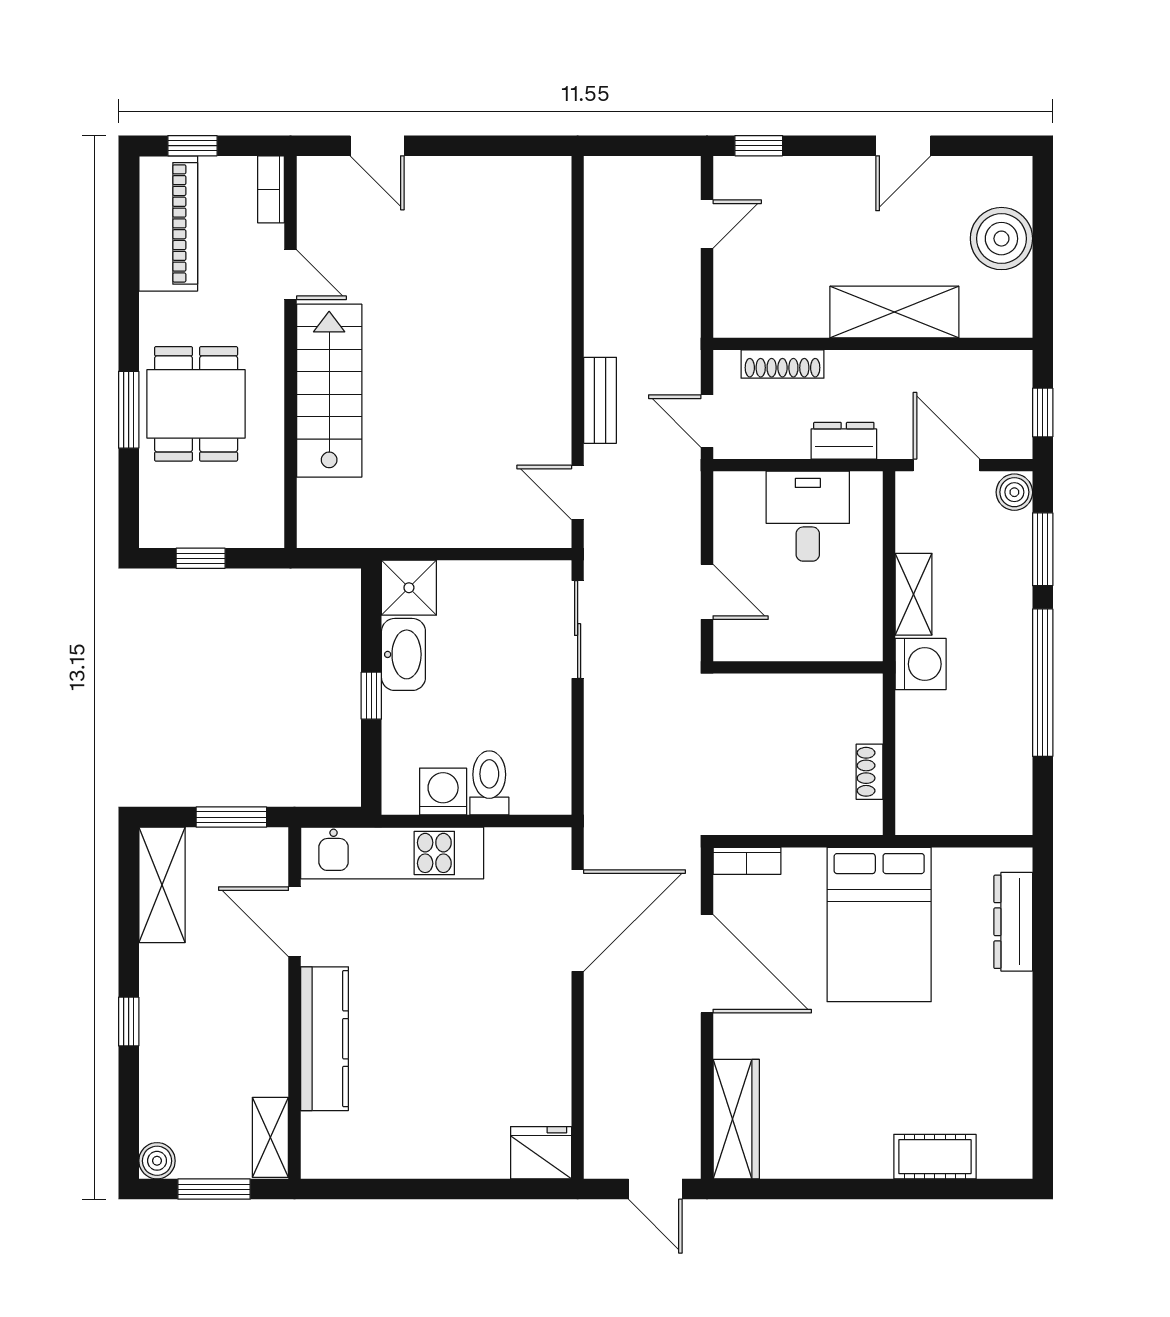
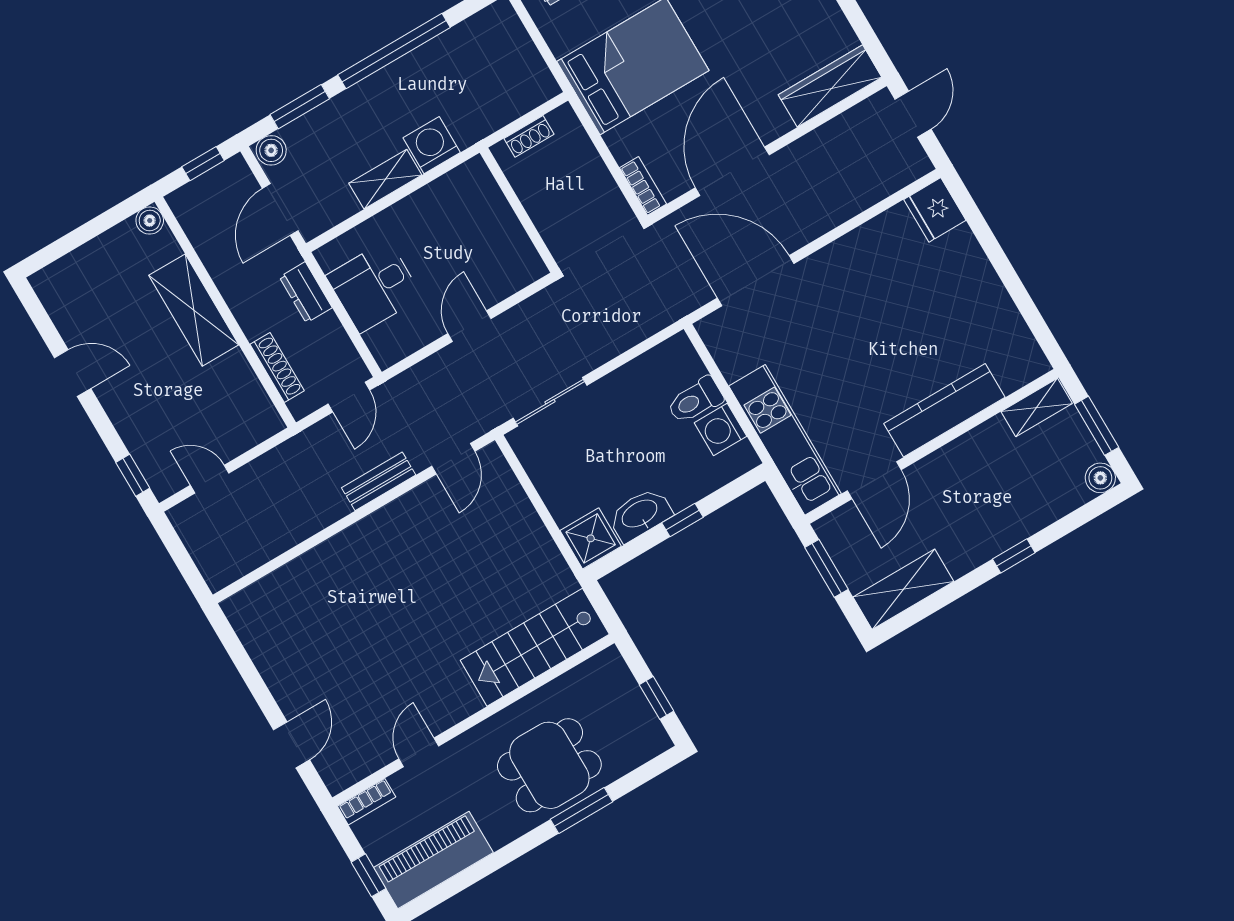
boiler: (1001, 239) -> (150, 221), moved, width x0.54, depth x0.54
stairs: (329, 391) -> (535, 647), moved
wall: (798, 667) -> (519, 210), moved

